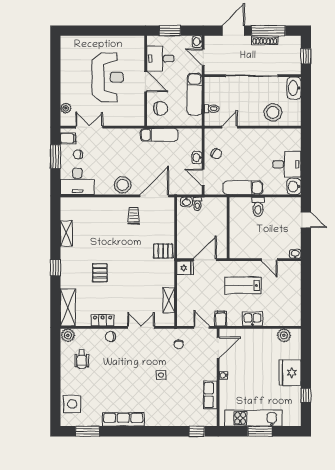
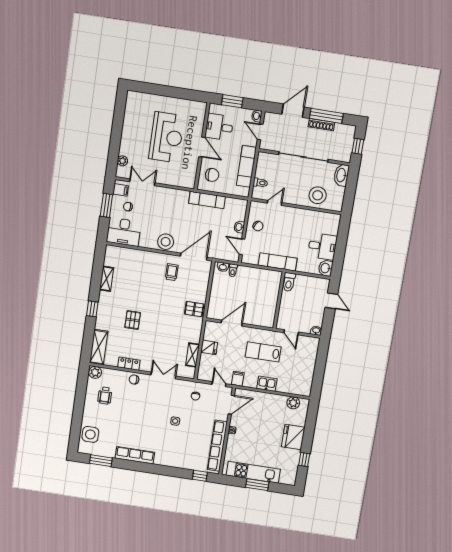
wall: (228, 228) -> (279, 300), moved
fridge: (185, 268) -> (209, 347), moved
row of seats: (210, 395) -> (217, 446), width x2.02

